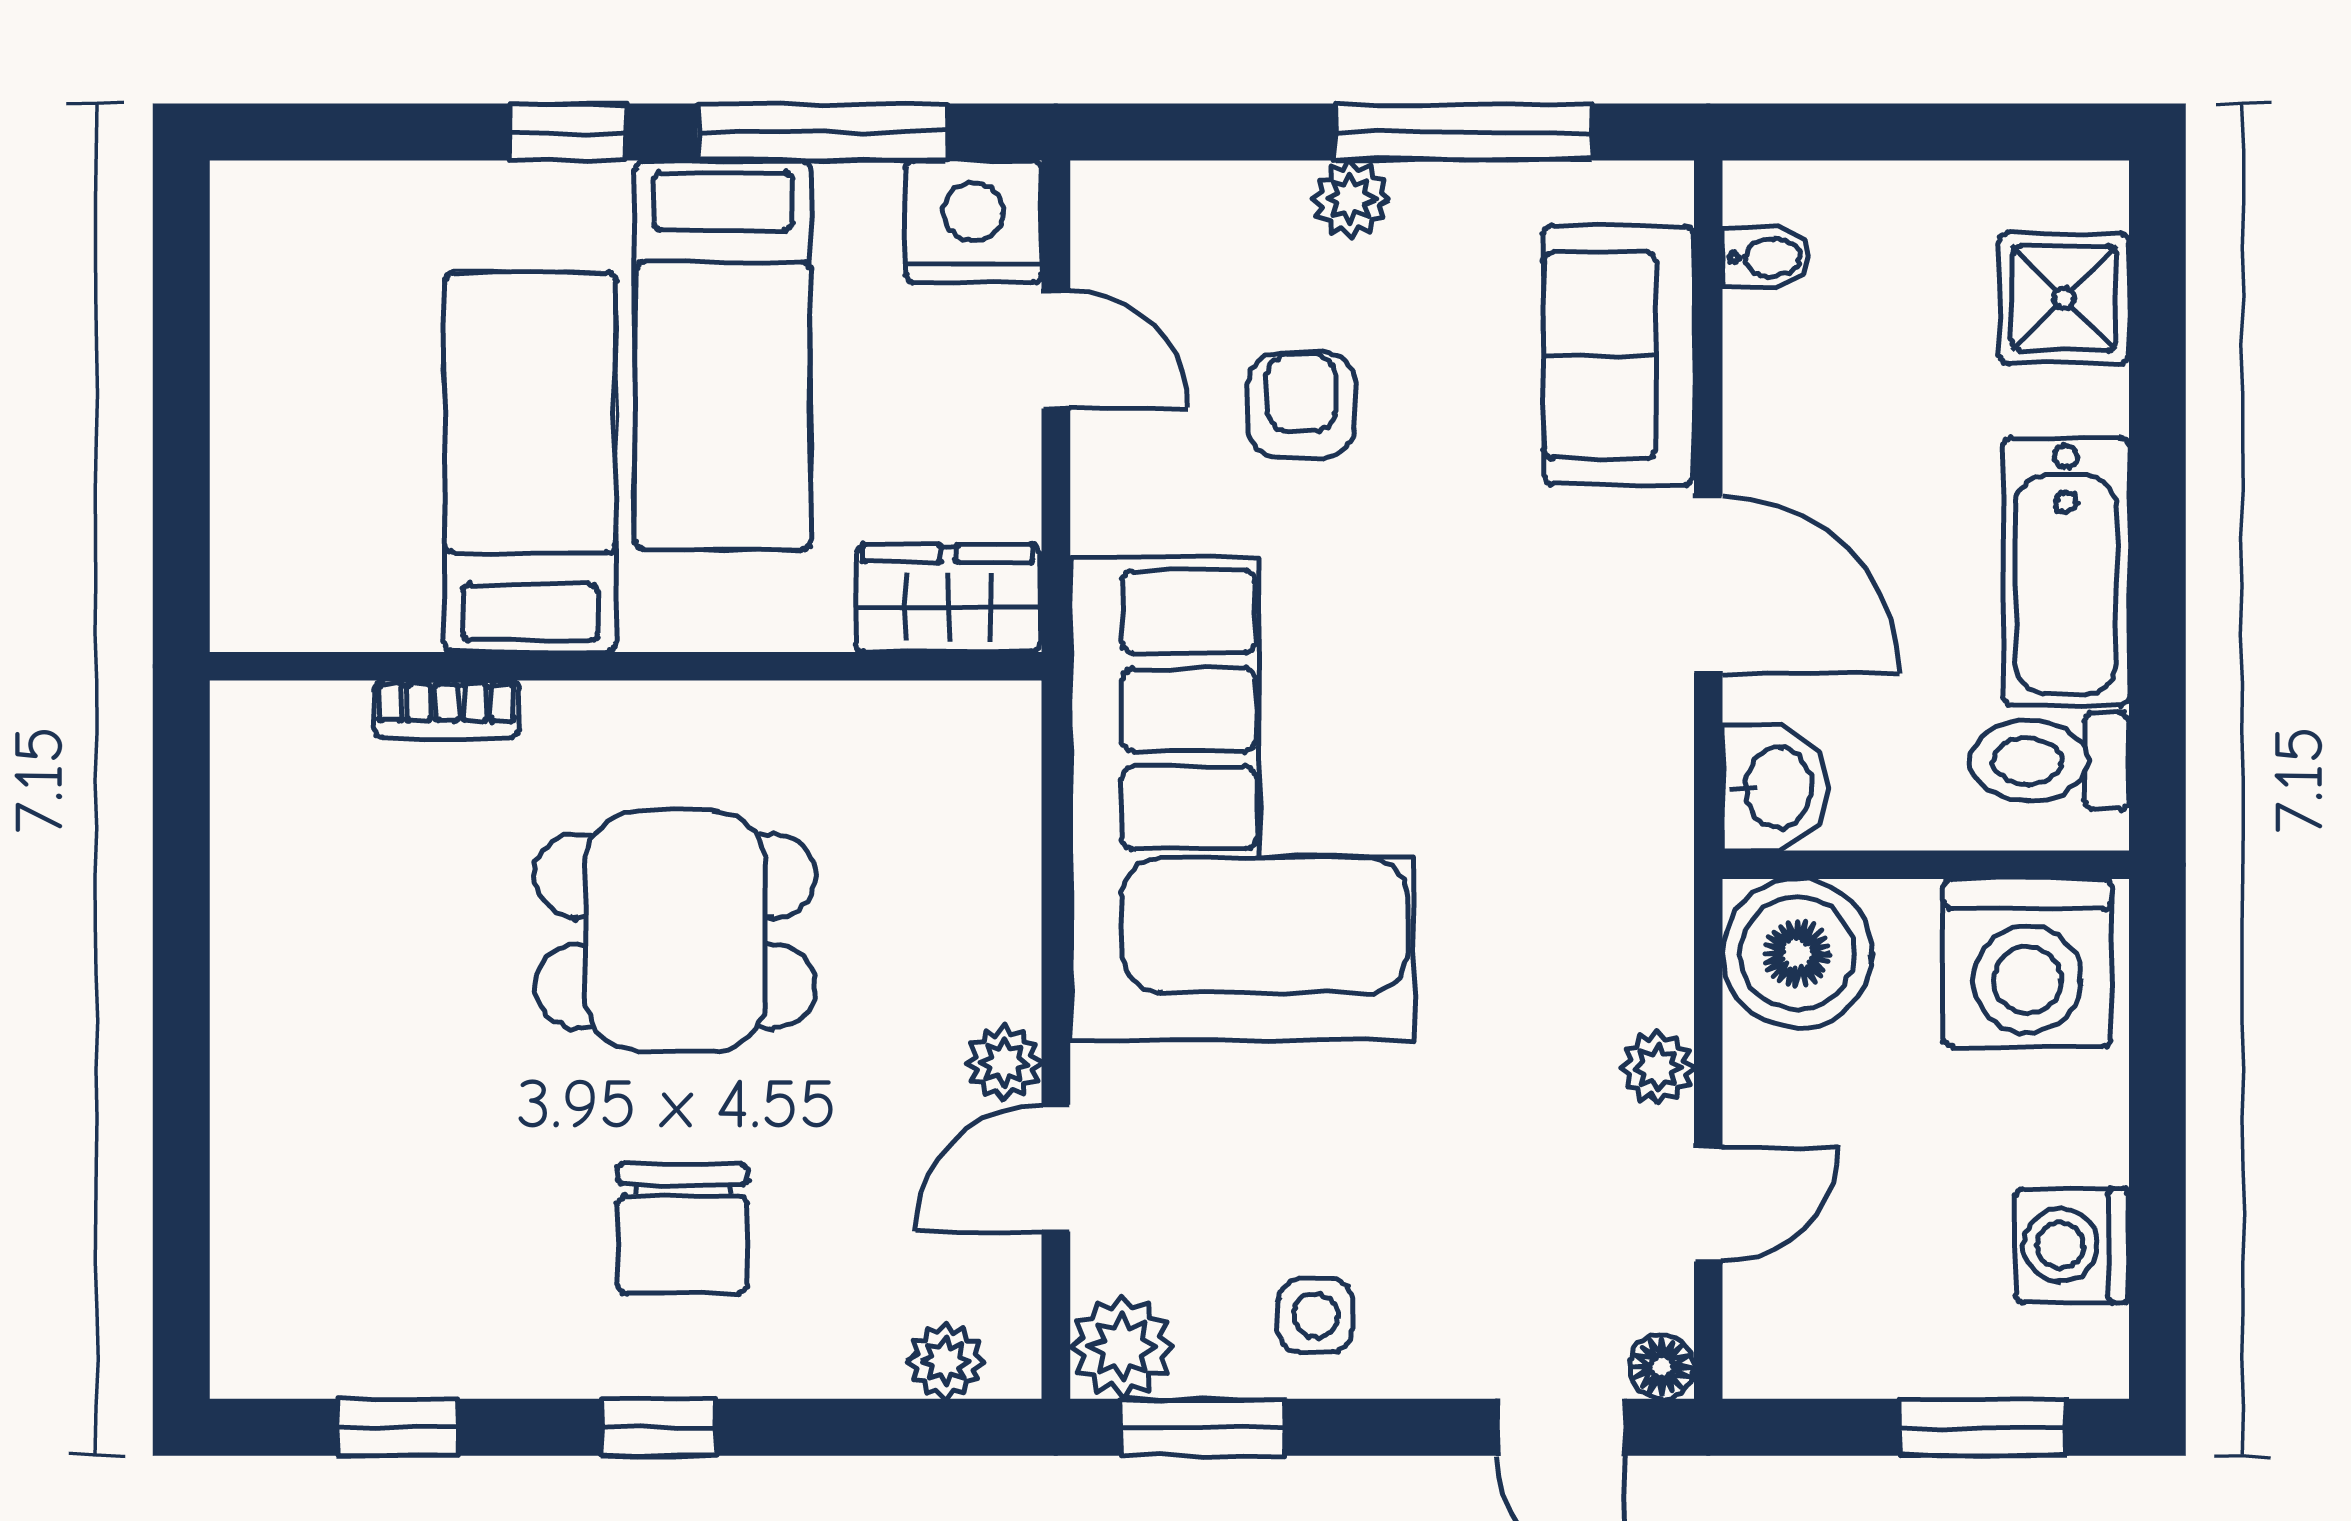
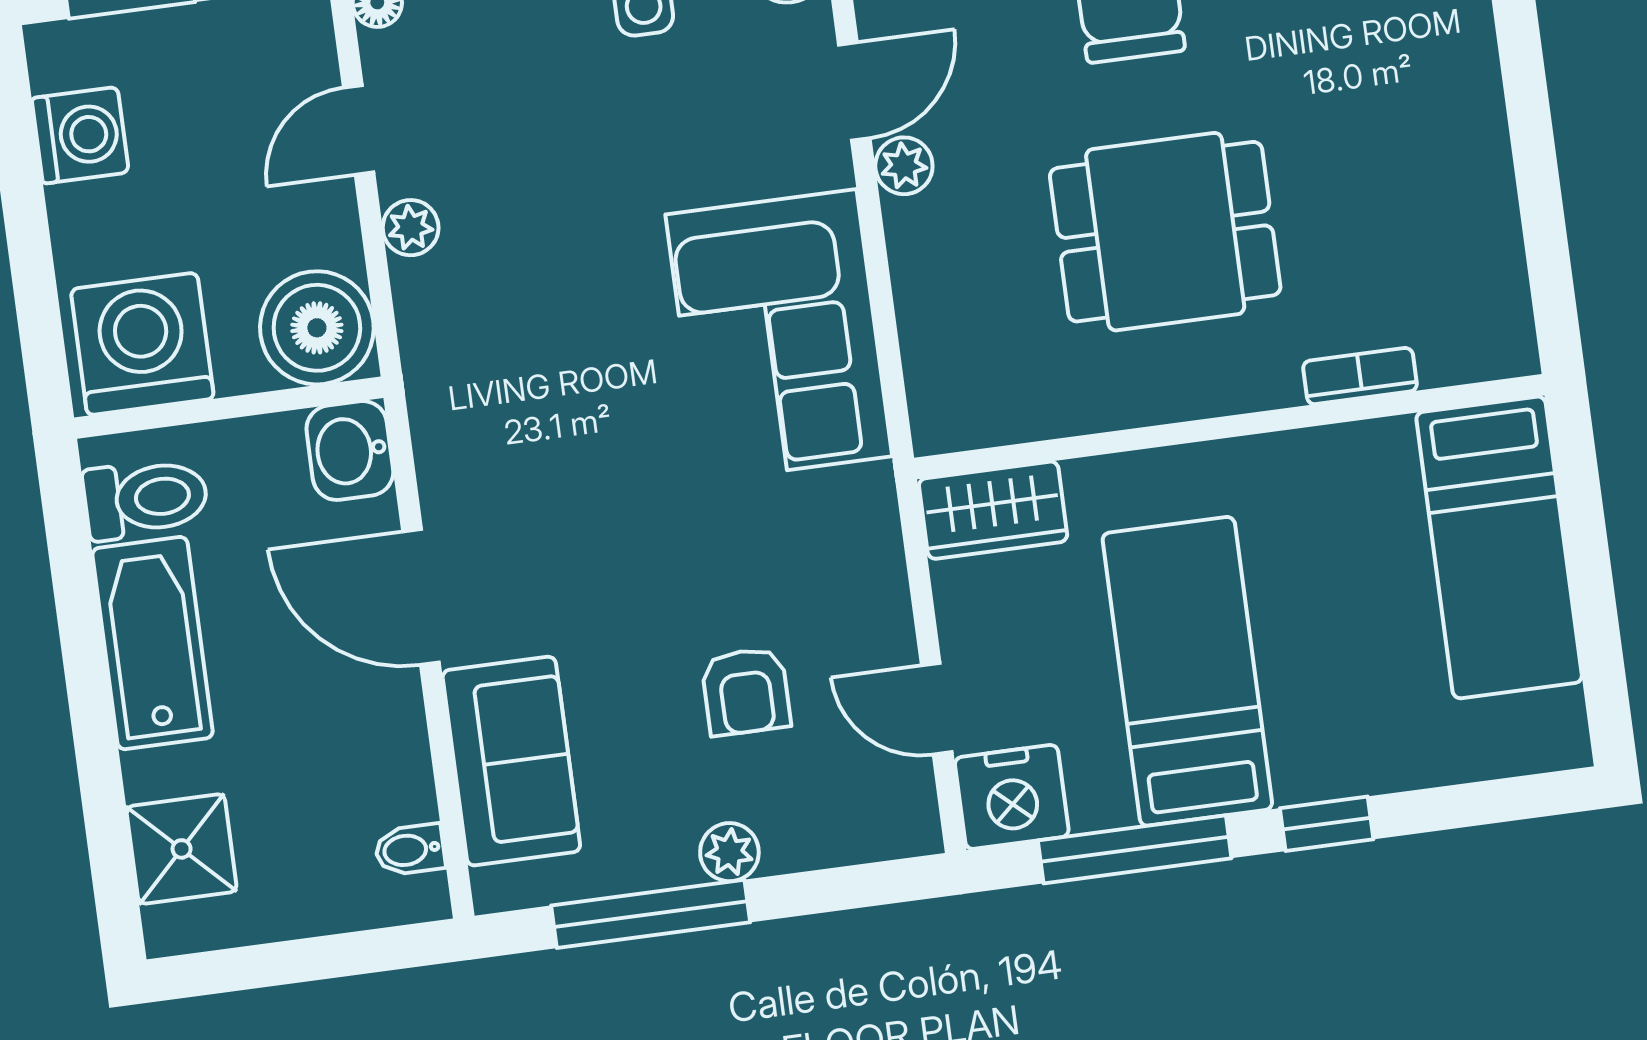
bed: (530, 462) -> (1499, 547), moved
corner sofa: (1242, 799) -> (779, 335), width x0.73, depth x0.74

